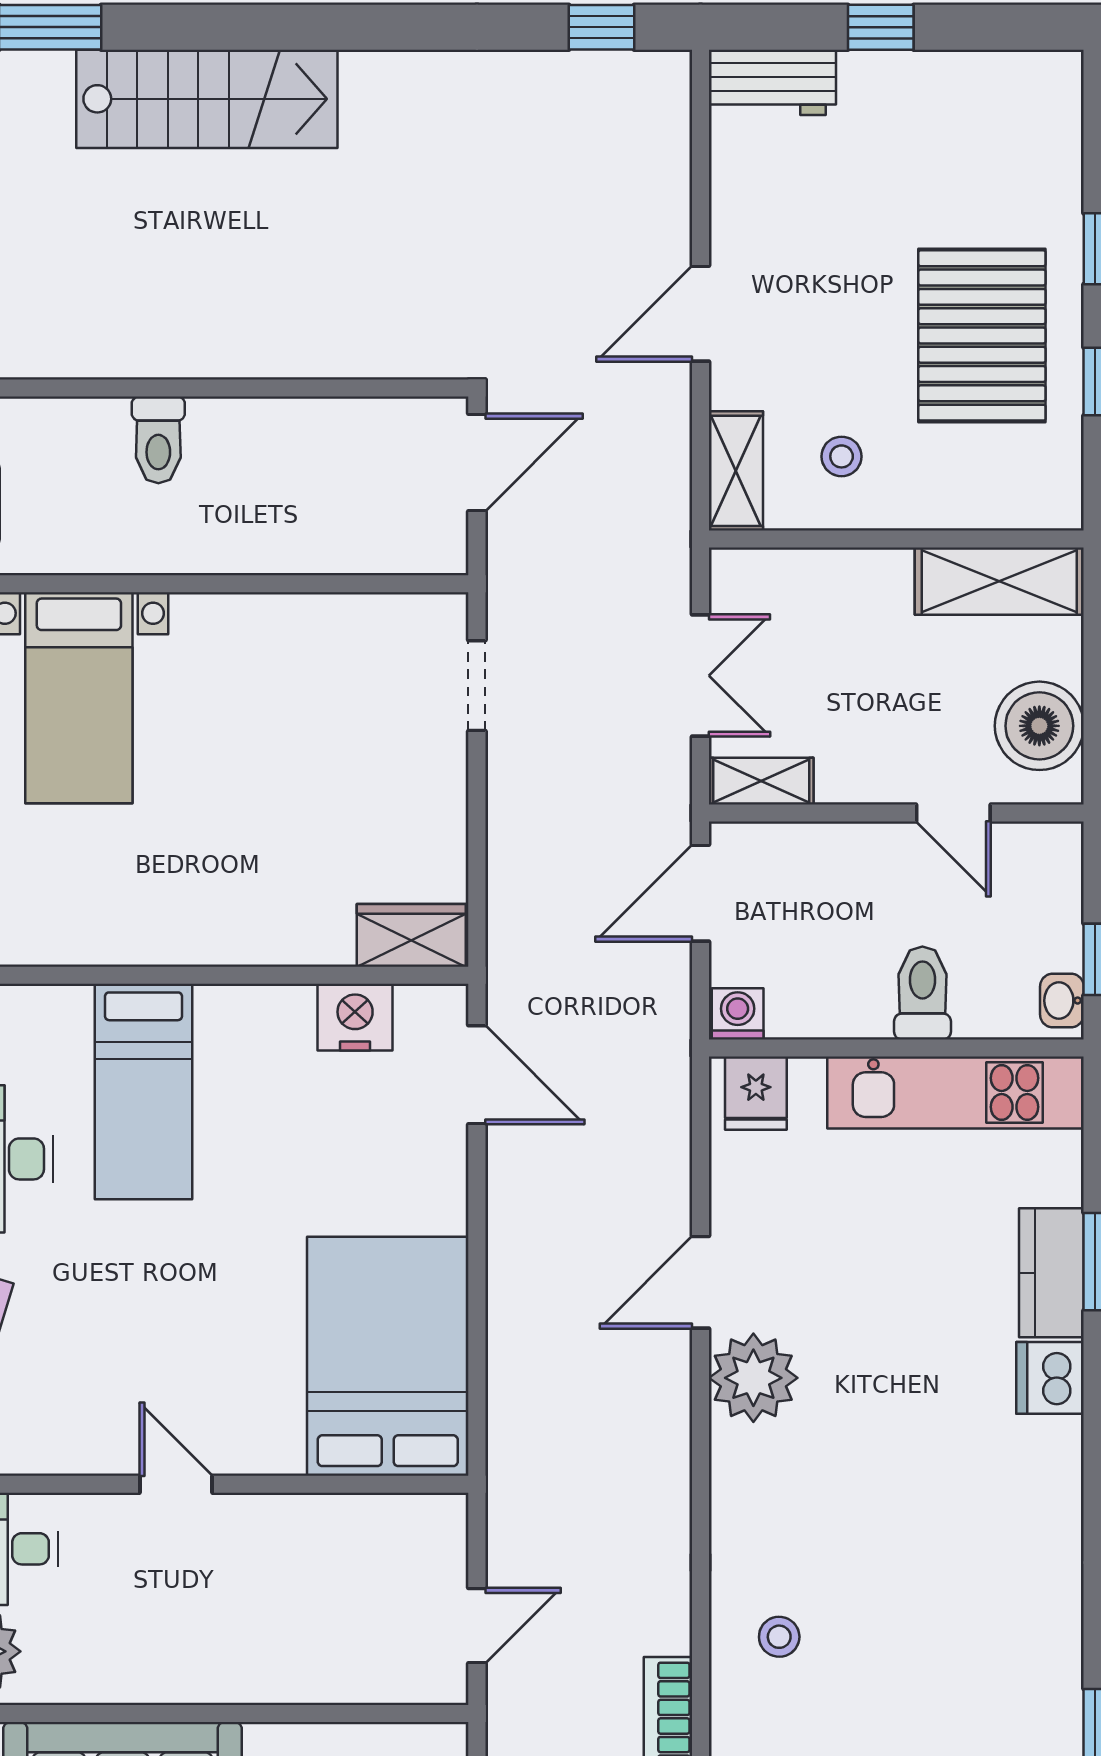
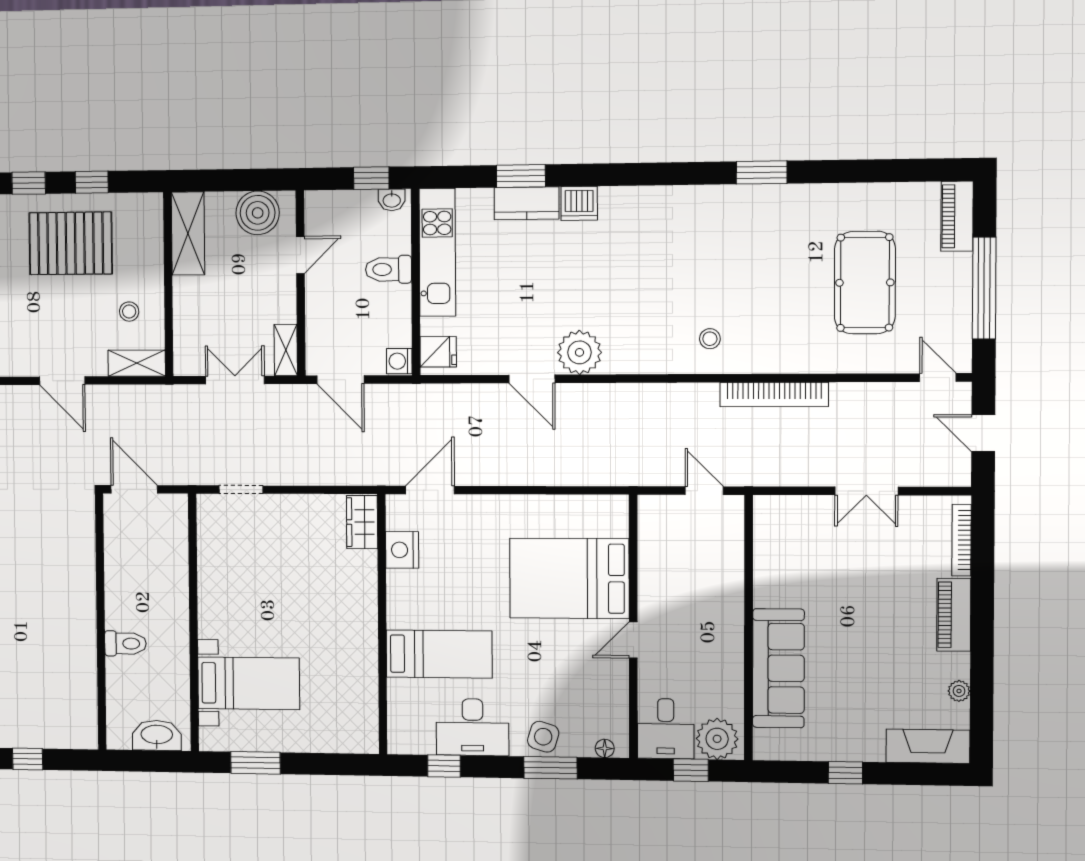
bed: (388, 1356) -> (569, 578), moved

